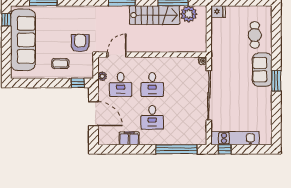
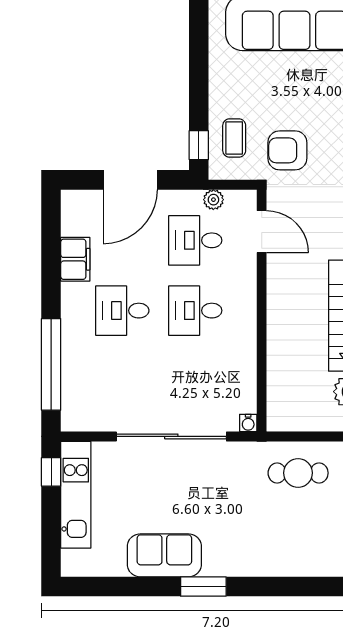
cafe table: (255, 35) -> (298, 473), moved
armchair: (80, 43) -> (287, 150), turned 180
coffee table: (60, 64) -> (234, 138), moved
sofa: (262, 70) -> (164, 555), moved

